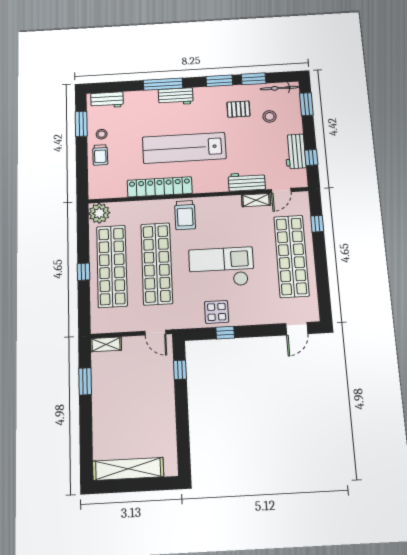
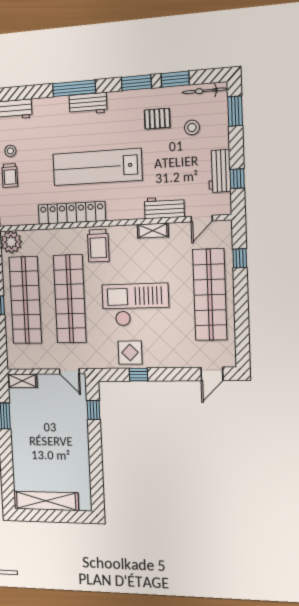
shelving: (256, 200) -> (153, 231), moved

